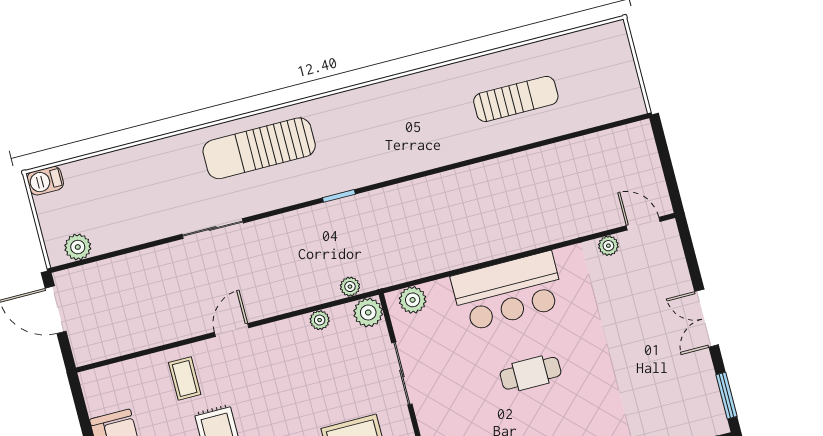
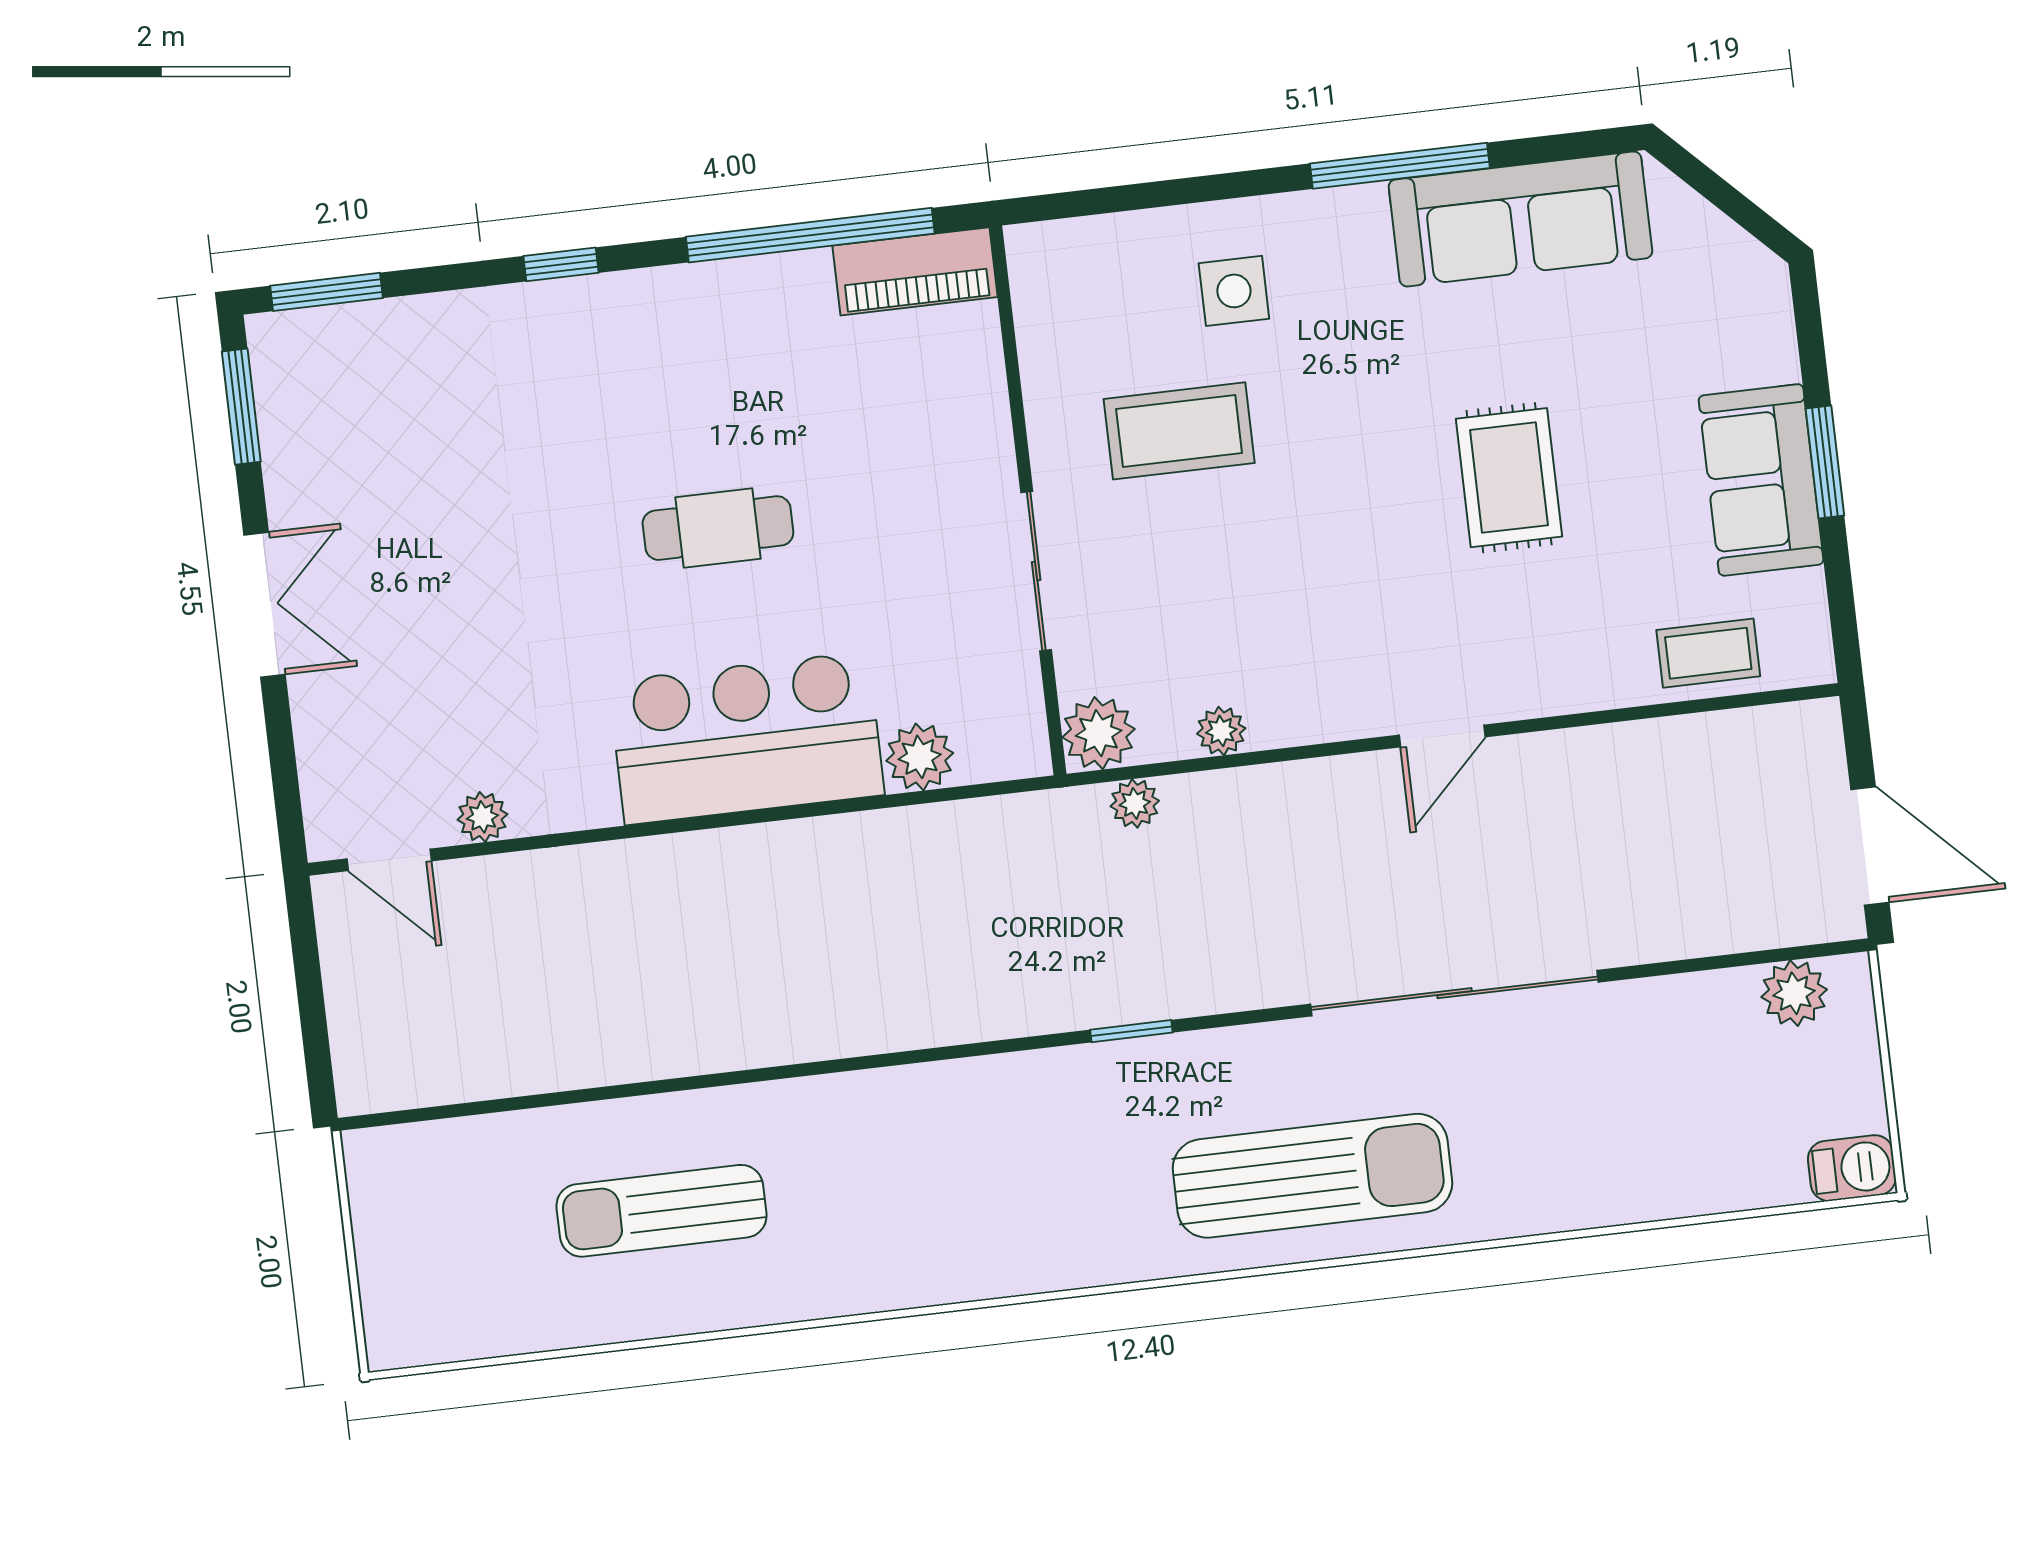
sliding door: (213, 229) -> (1454, 993), width x1.86
plant: (413, 300) -> (920, 757), moved
coffee table: (185, 379) -> (1708, 653), moved, turned 90

